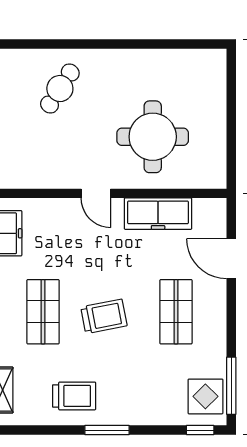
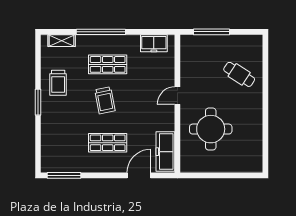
freezer: (158, 214) -> (165, 152), moved
display table: (205, 396) -> (58, 160), removed
window: (200, 430) -> (38, 157), removed

